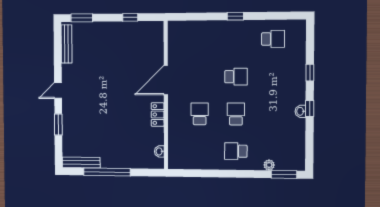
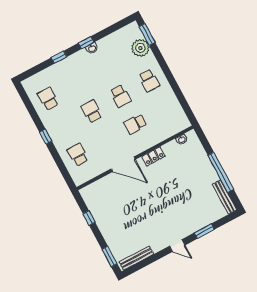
school desk: (200, 39) -> (78, 155), added
school desk: (236, 114) -> (120, 96), turned -90
plant: (269, 165) -> (140, 48), width x1.87, depth x1.87

